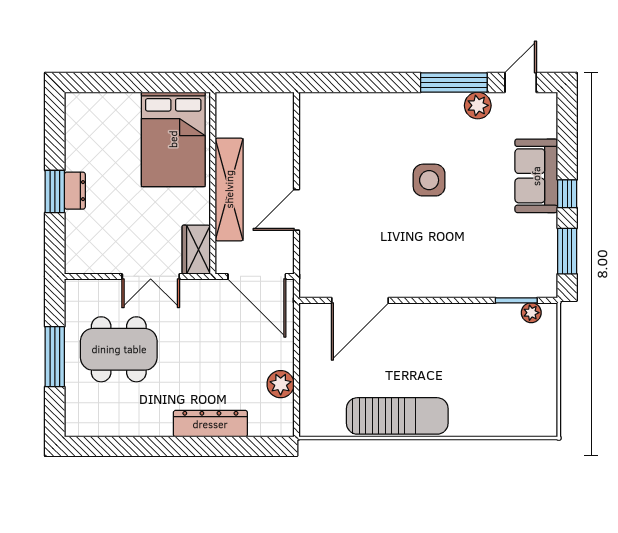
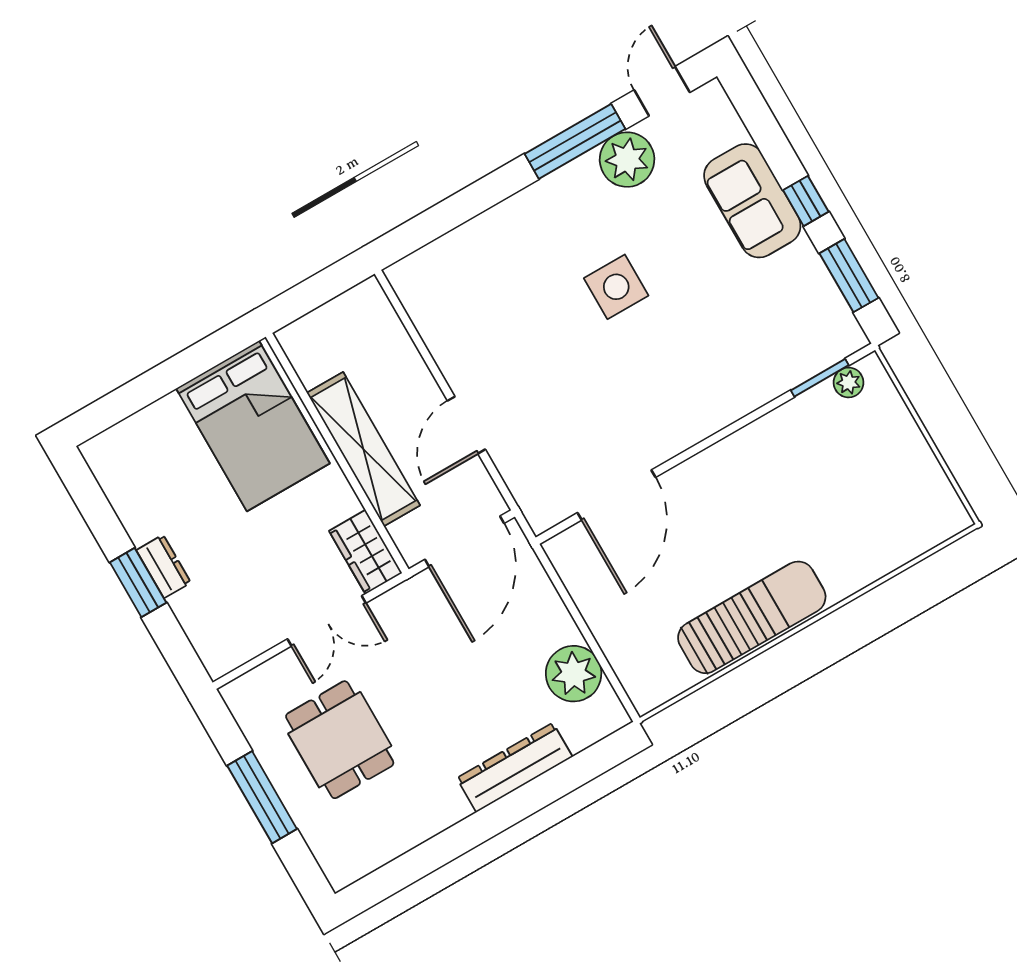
plant: (478, 105) -> (627, 160), width x1.36, depth x1.36
door: (257, 276) -> (465, 541), hinge flipped
dining table: (119, 349) -> (340, 740), width x0.73
plant: (281, 384) -> (574, 674), width x1.36, depth x1.36

